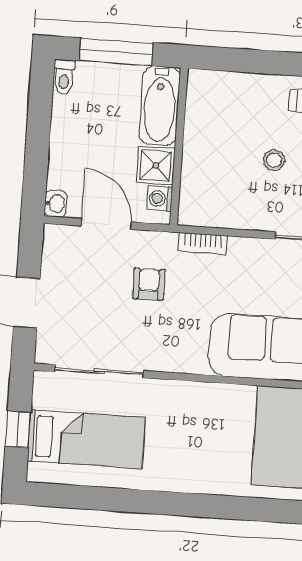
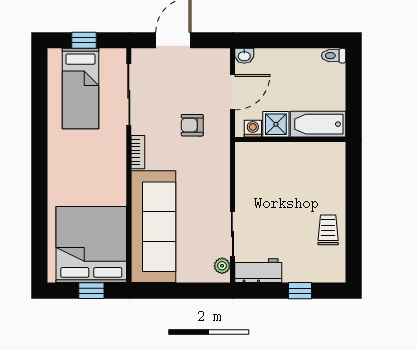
window: (116, 52) -> (354, 91), removed
stool: (274, 160) -> (285, 207), removed
bookcase: (203, 243) -> (138, 152), moved, turned 180
armchair: (149, 284) -> (192, 125), turned 180

